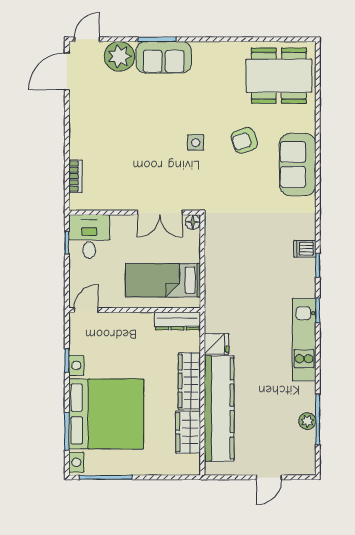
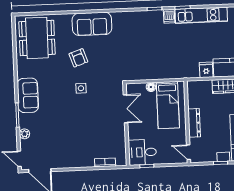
plant: (119, 56) -> (25, 134), width x0.53, depth x0.53
sofa: (164, 57) -> (28, 95), moved
floor lamp: (193, 222) -> (151, 87), moved
dishwasher: (305, 249) -> (169, 16), moved
dresser: (177, 321) -> (194, 123), moved

